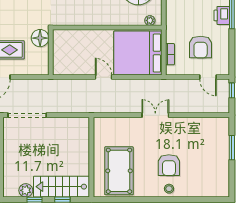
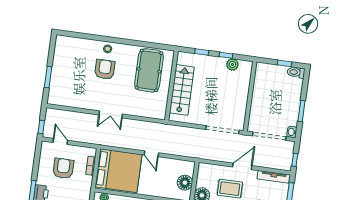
floor lamp: (61, 50) -> (185, 183), added
stairs: (62, 187) -> (182, 90), moved, turned -90

